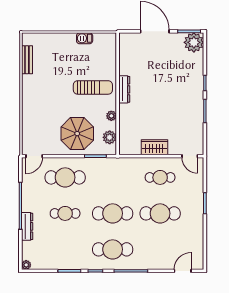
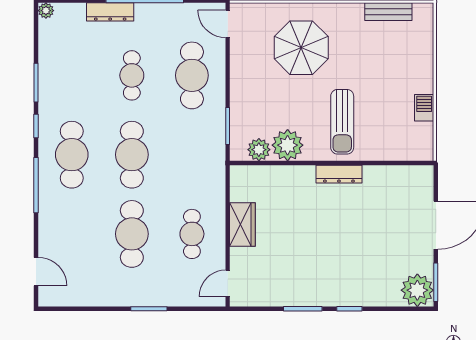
plant: (111, 116) -> (288, 145), width x1.87, depth x1.87
parasol: (77, 134) -> (301, 48), moved

